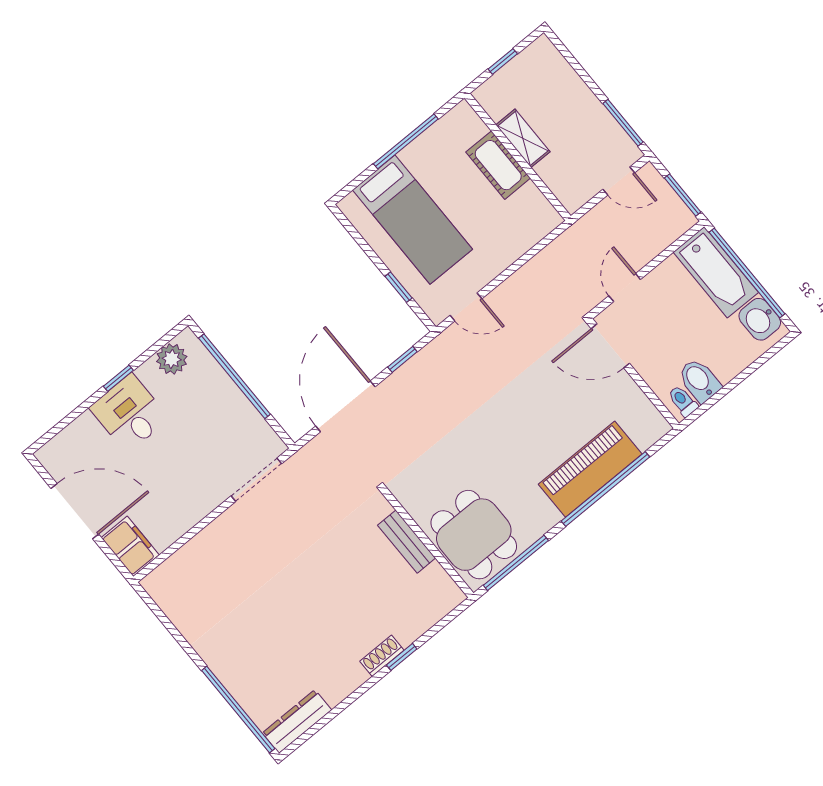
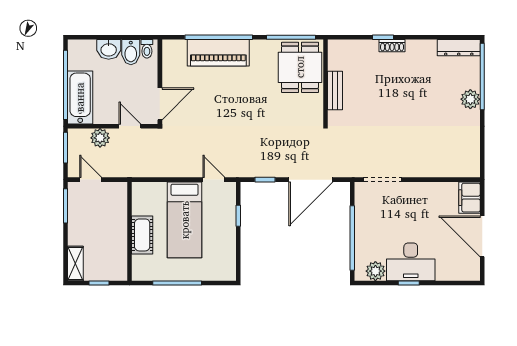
shelving: (523, 138) -> (75, 263), moved
bed: (412, 220) -> (185, 220), moved, turned 180
plant: (650, 242) -> (100, 138), added
door: (625, 288) -> (130, 126), swing flipped
washbasin: (760, 319) -> (109, 49), moved, turned 90
door: (610, 346) -> (160, 104), hinge flipped
desk: (129, 413) -> (411, 262), width x1.37
plant: (230, 669) -> (470, 99), added

